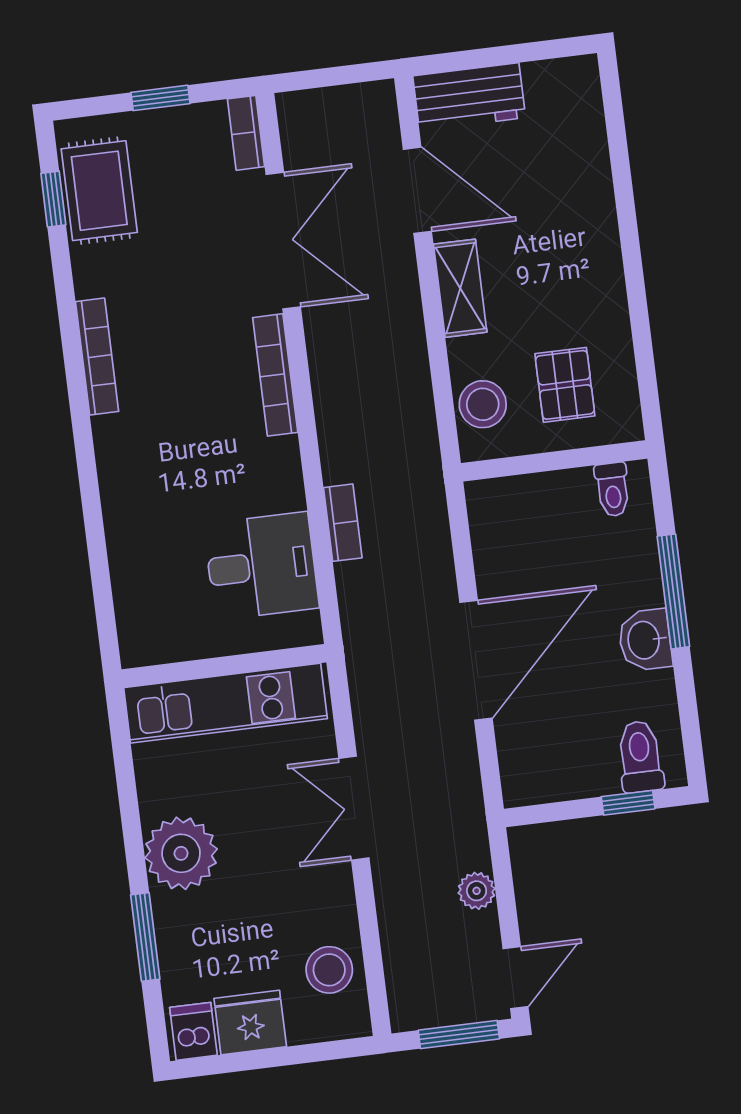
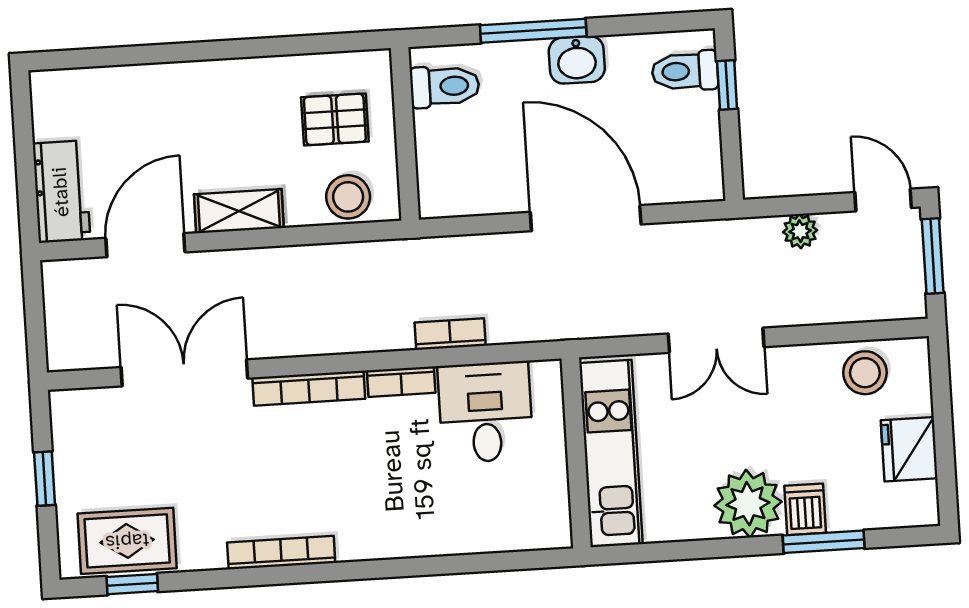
bookcase: (246, 133) -> (401, 382), moved
toilet: (613, 490) -> (445, 86), width x1.37, depth x1.39
dishwasher: (193, 1031) -> (805, 509), moved, turned 90

